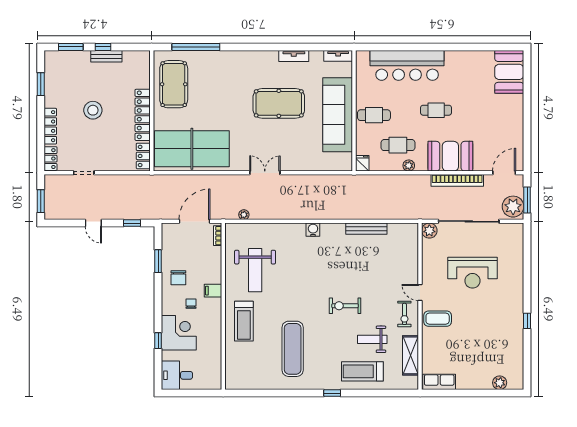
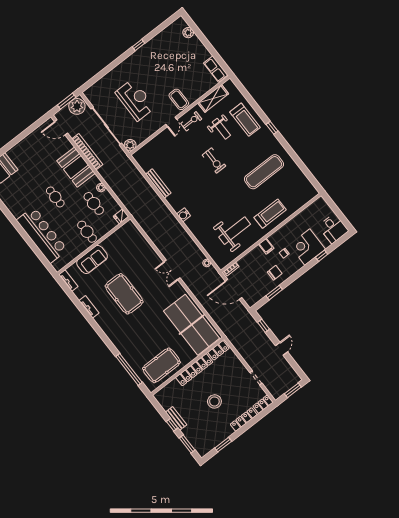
sofa: (338, 115) -> (92, 259), width x0.54, depth x0.79

